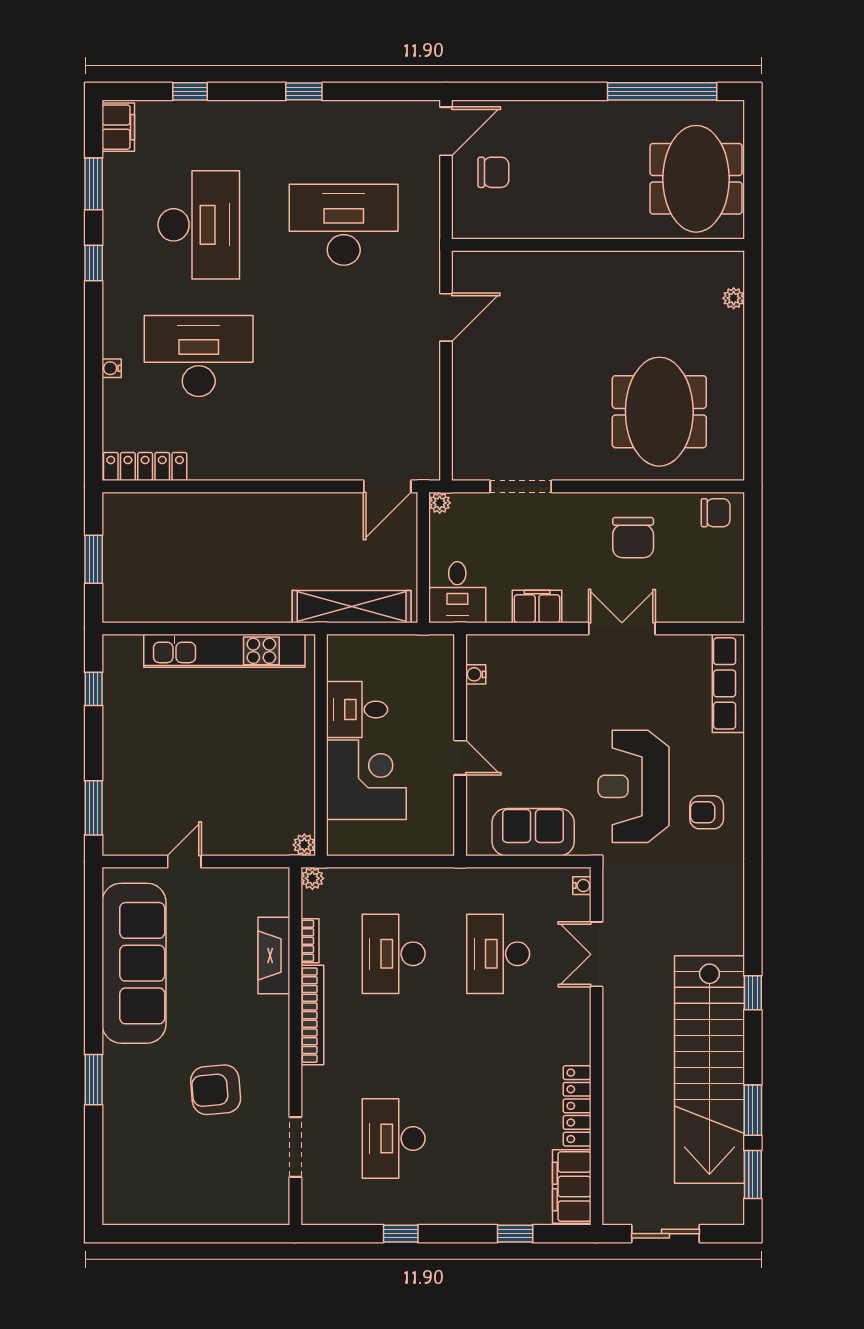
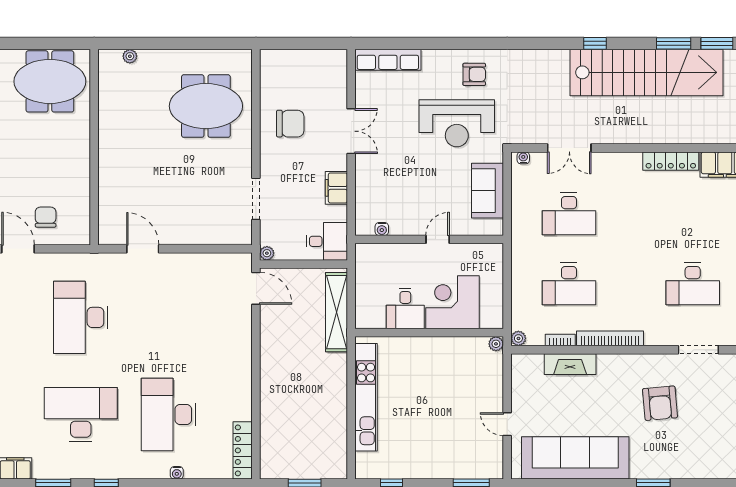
chair: (716, 513) -> (274, 68), removed
double door: (622, 628) -> (351, 131), swing flipped
armchair: (707, 812) -> (474, 74), turned -90

